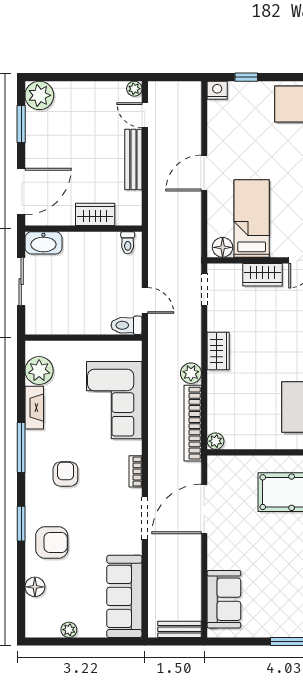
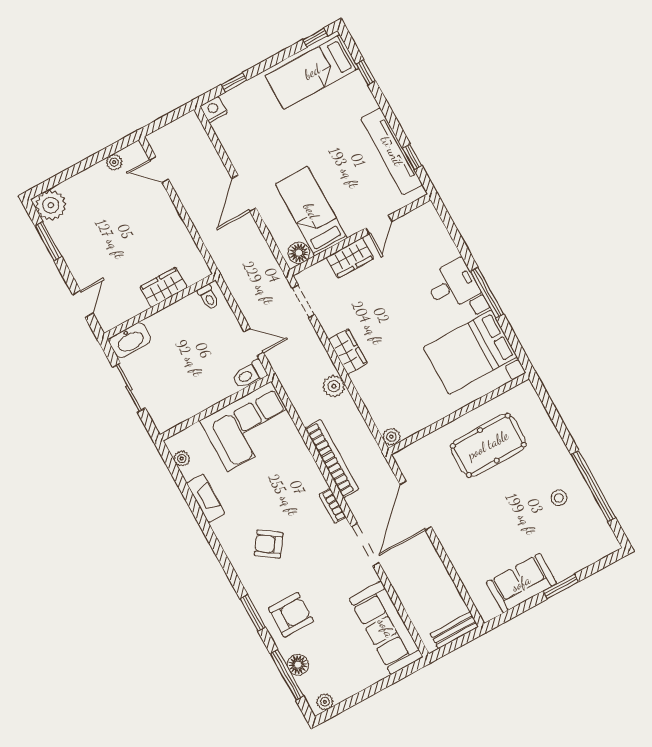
plant: (134, 89) -> (114, 162), moved
bench: (133, 159) -> (171, 217), removed
door: (21, 191) -> (83, 304), width x0.53
plant: (39, 371) -> (182, 459), width x0.53, depth x0.53
corner sofa: (114, 400) -> (250, 426), moved, turned -90
bookcase: (193, 423) -> (332, 459), moved, turned 180
window: (21, 448) -> (287, 675), moved
armchair: (65, 474) -> (269, 544), turned -55
sofa: (224, 599) -> (521, 583), moved, turned -90
plant: (69, 630) -> (325, 702), moved

